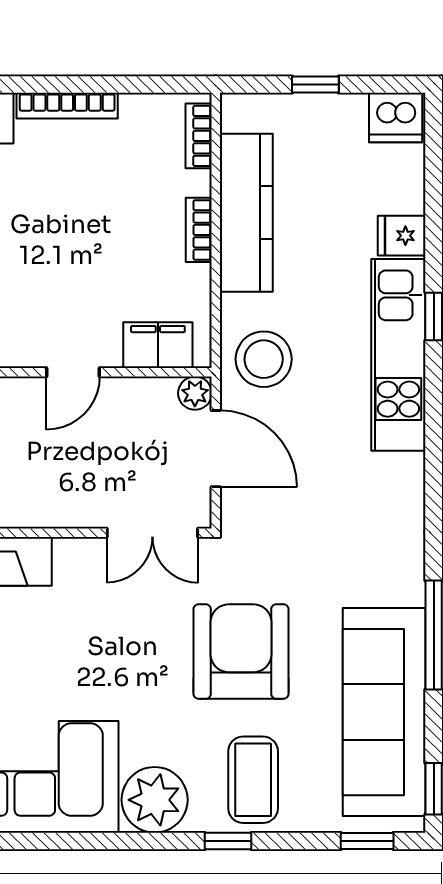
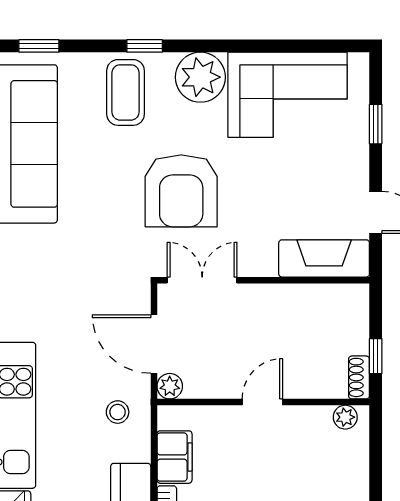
filing cabinet: (158, 345) -> (175, 457), moved, turned -90
stool: (264, 359) -> (118, 412), width x0.53, depth x0.53
armchair: (241, 652) -> (181, 191), moved

